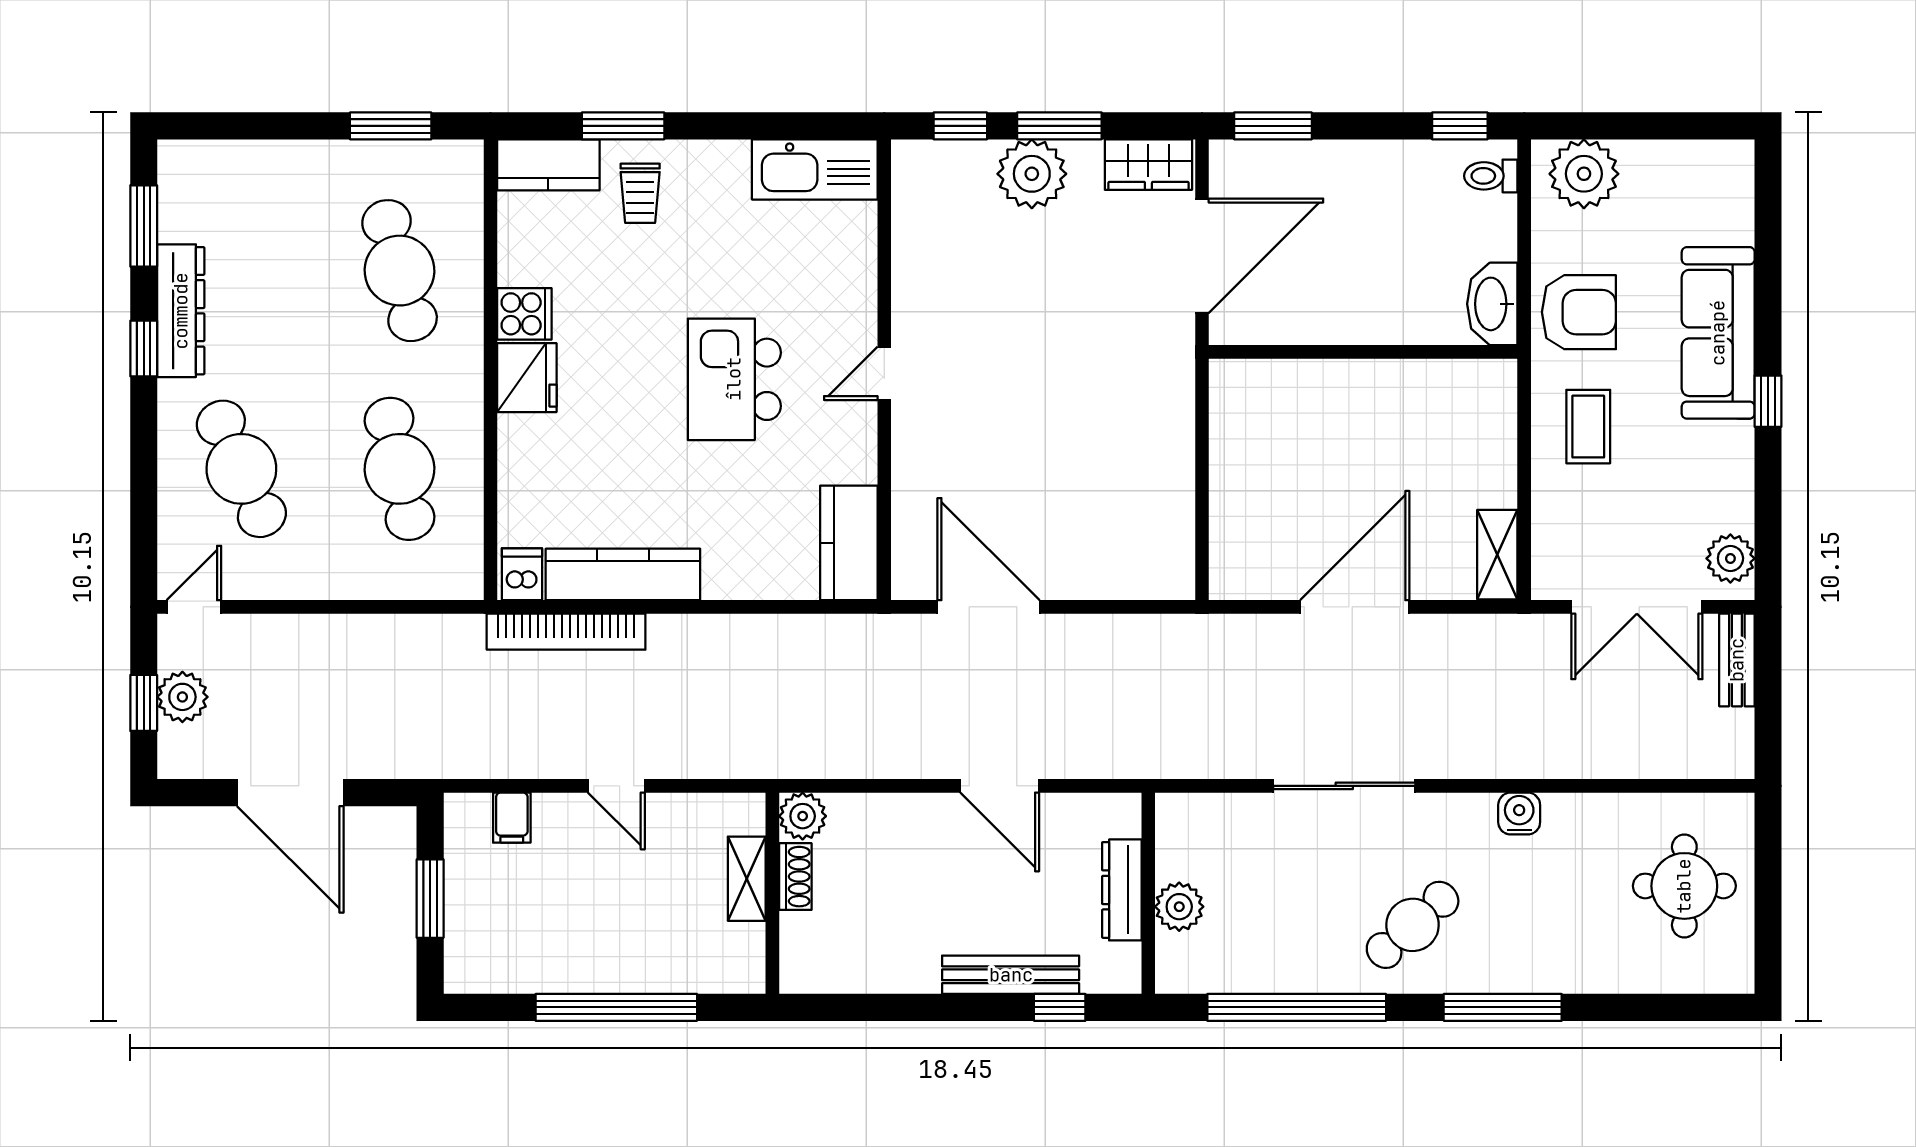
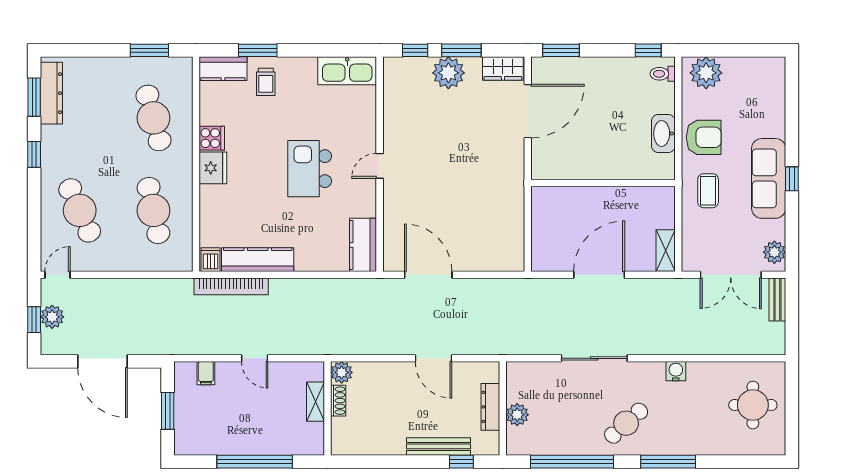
dresser: (181, 311) -> (51, 93), moved
sofa: (1718, 333) -> (769, 178), moved
wall: (1363, 352) -> (603, 183), moved

